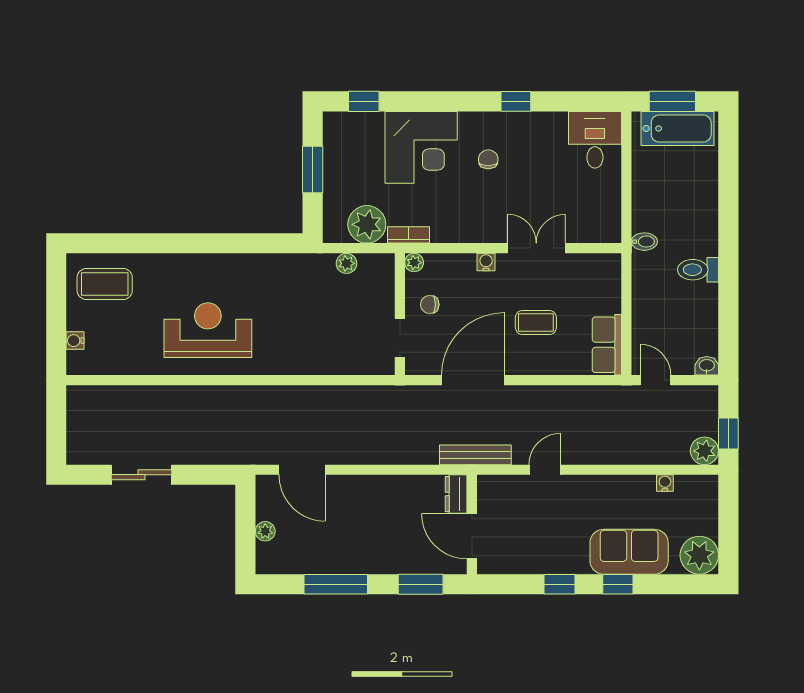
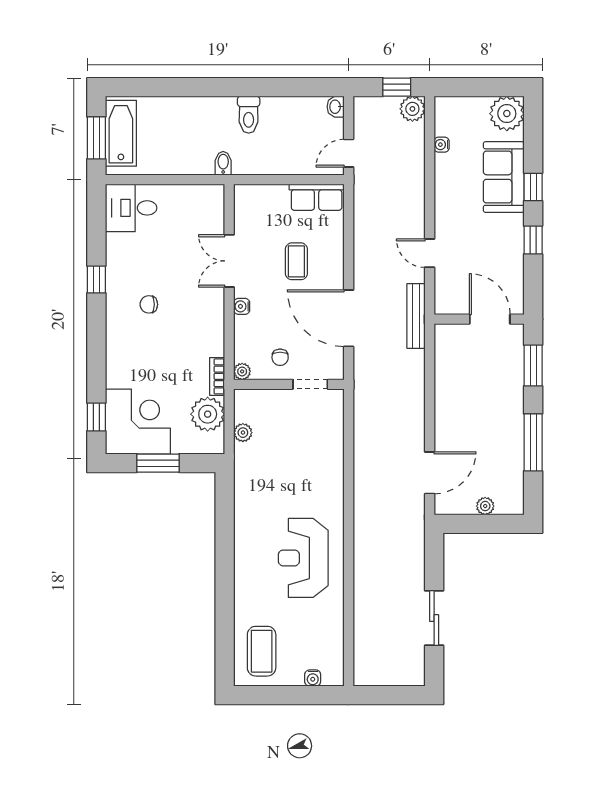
corner desk: (421, 147) -> (138, 422), moved
dresser: (456, 494) -> (451, 333), removed
door: (472, 536) -> (490, 319), swing flipped

